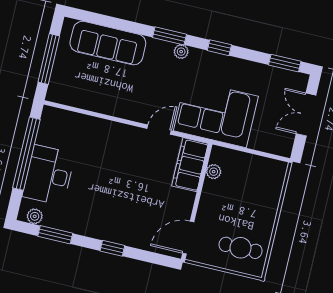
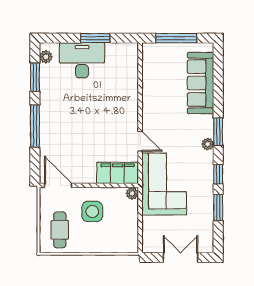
window: (285, 63) -> (218, 208), moved
window: (26, 154) -> (95, 38), width x0.47
plant: (214, 172) -> (132, 193), moved
side table: (228, 205) -> (92, 211), added
window: (112, 248) -> (35, 126), width x2.17

